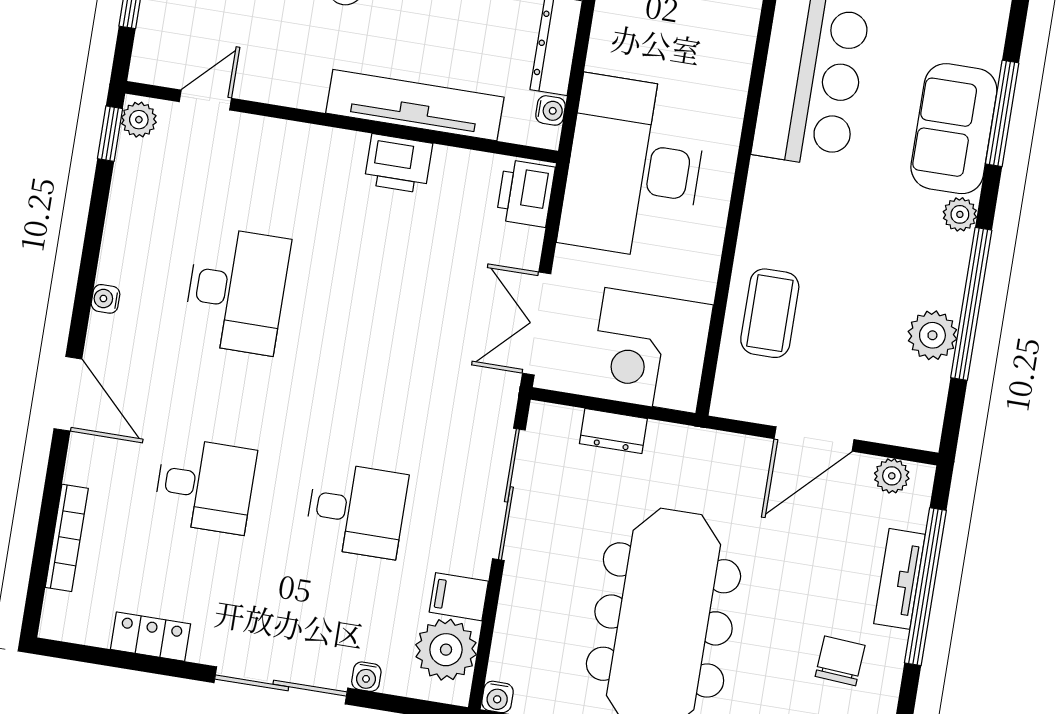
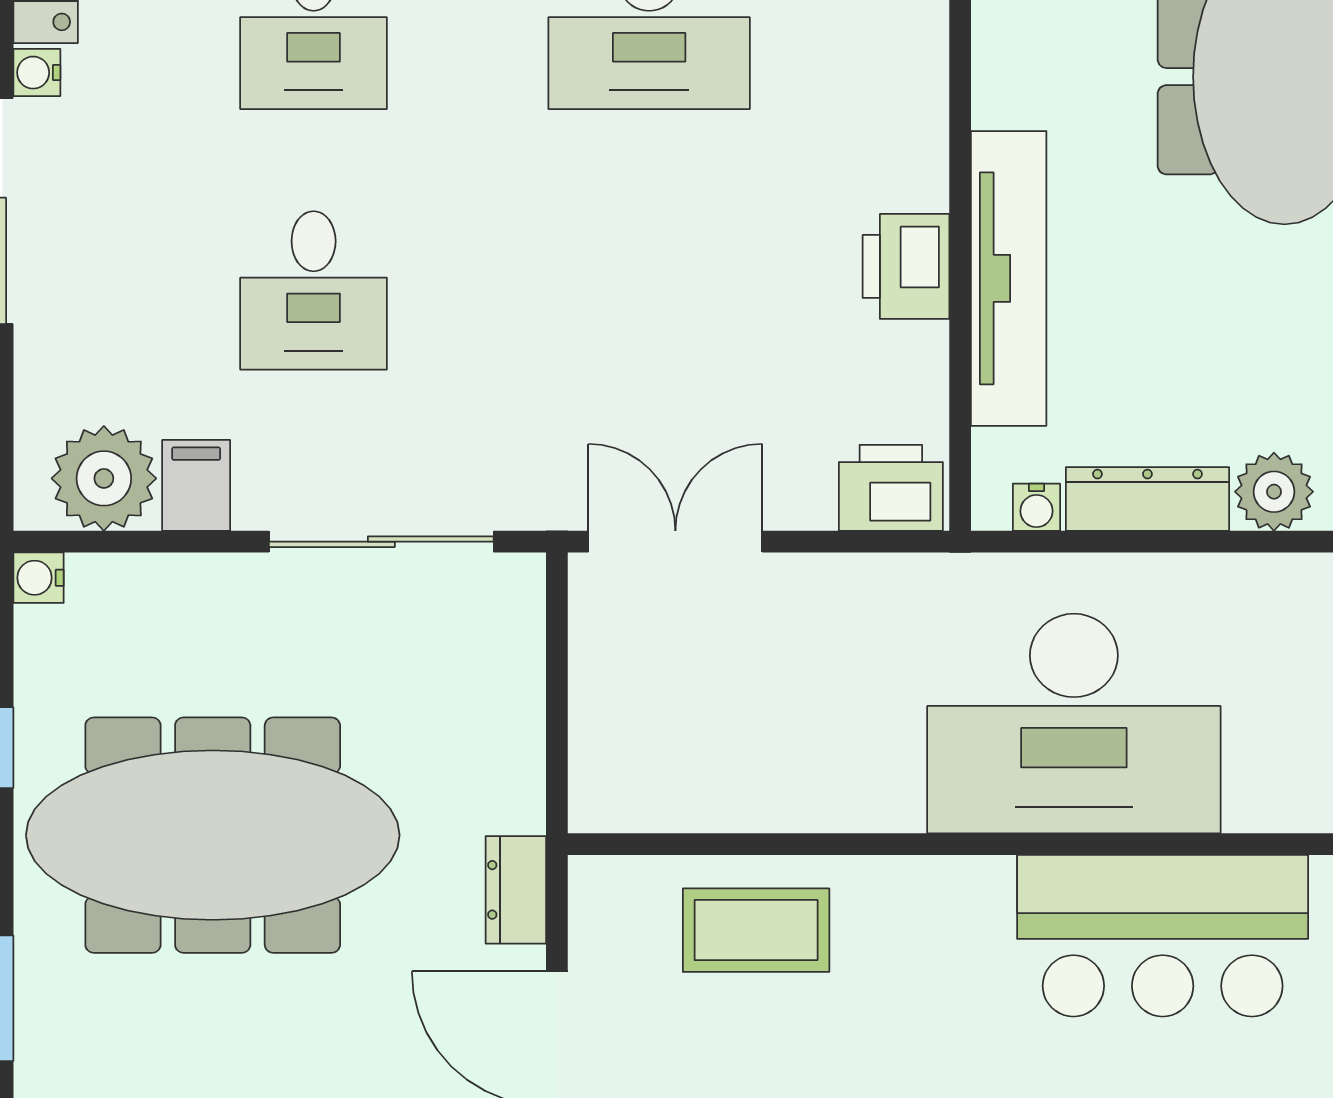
desk: (634, 167) -> (1074, 724), moved, turned 180
corner desk: (650, 350) -> (661, 740), removed
dresser: (613, 431) -> (516, 890), moved
water cooler: (366, 677) -> (37, 73), moved

